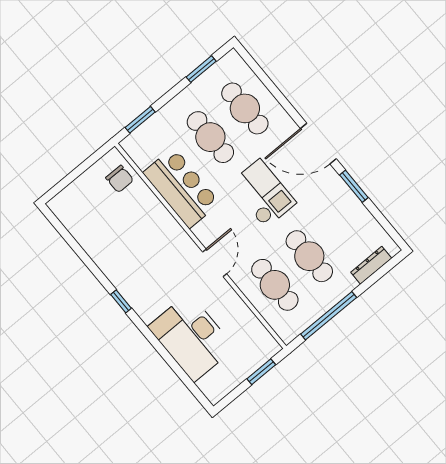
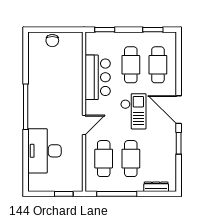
chair: (120, 179) -> (52, 41), moved
window: (121, 301) -> (26, 107), width x3.17

